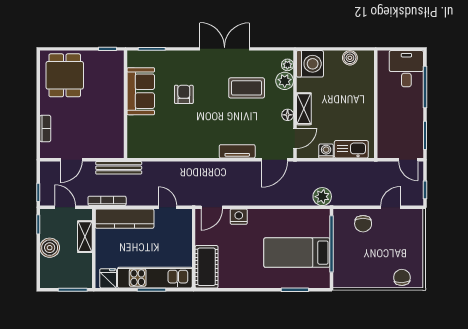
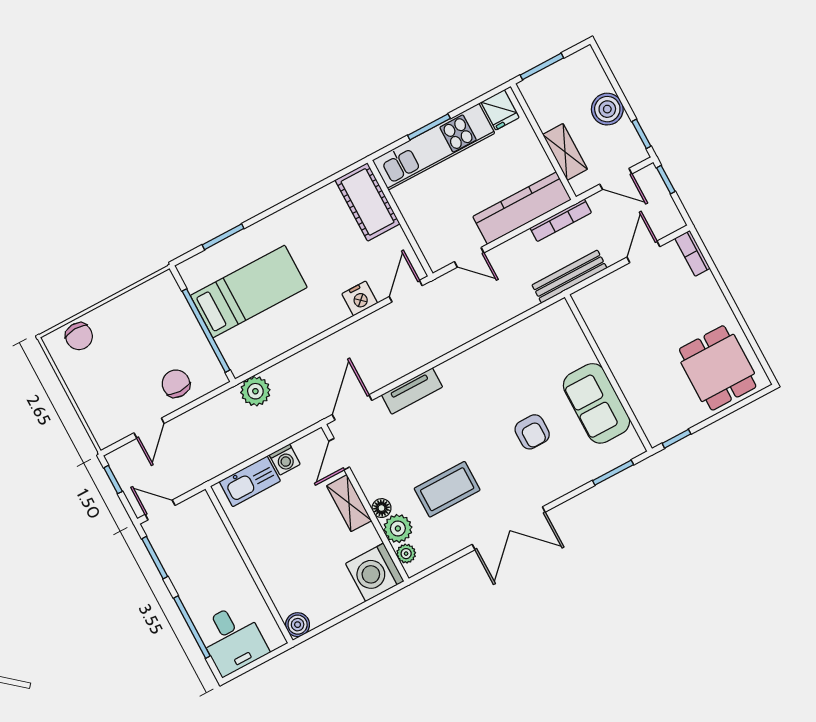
boiler: (350, 58) -> (298, 625), moved
floor lamp: (288, 115) -> (381, 508), moved
bookcase: (45, 128) -> (692, 253), moved

